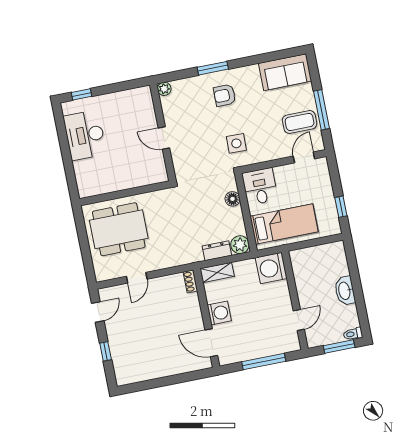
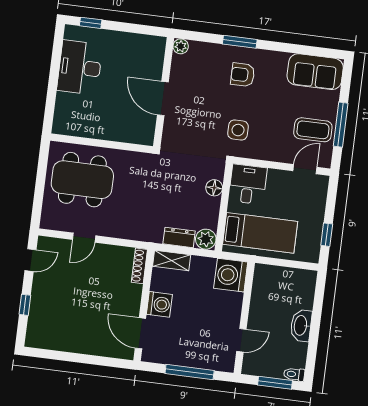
door: (164, 138) -> (163, 99), width x1.38
shoe rack: (190, 281) -> (139, 266), width x1.43

